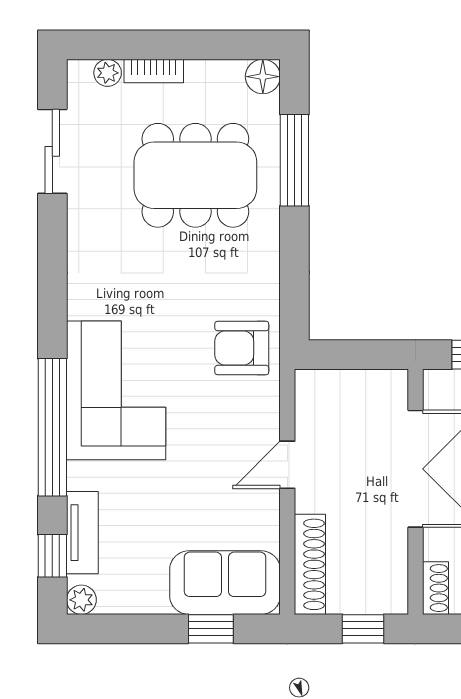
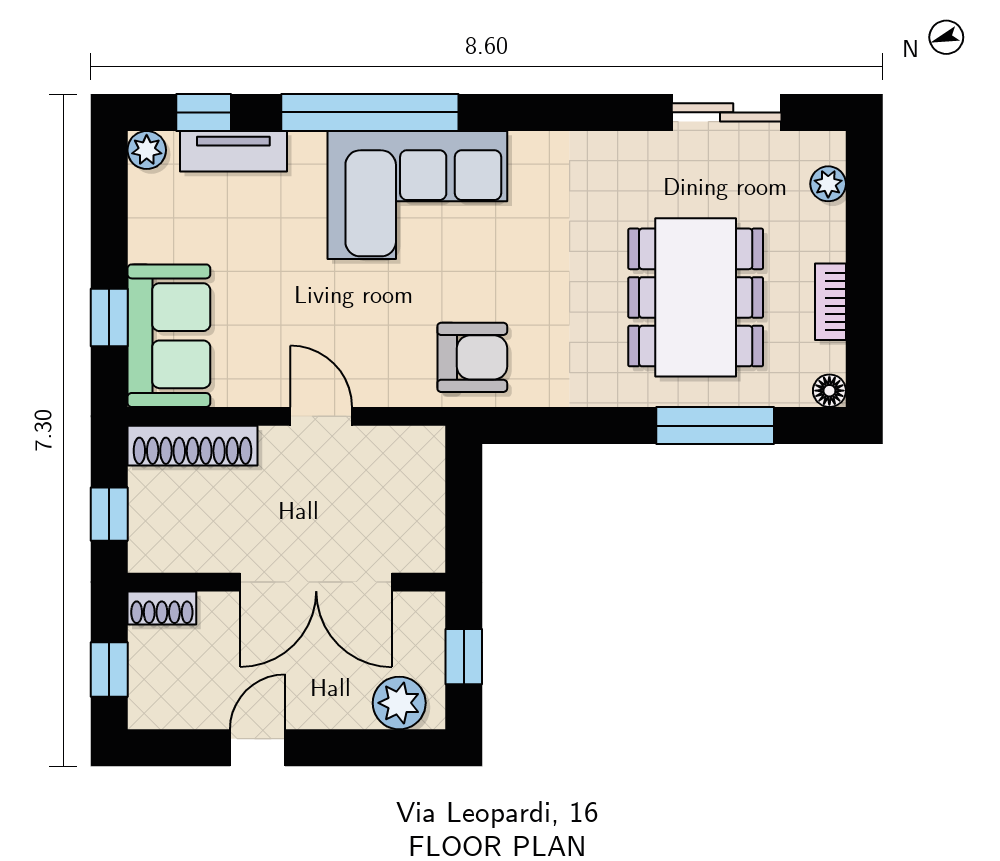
bookcase: (154, 71) -> (830, 302), moved
floor lamp: (263, 77) -> (829, 391), width x0.73, depth x0.73
armchair: (242, 348) -> (472, 357), turned 90

